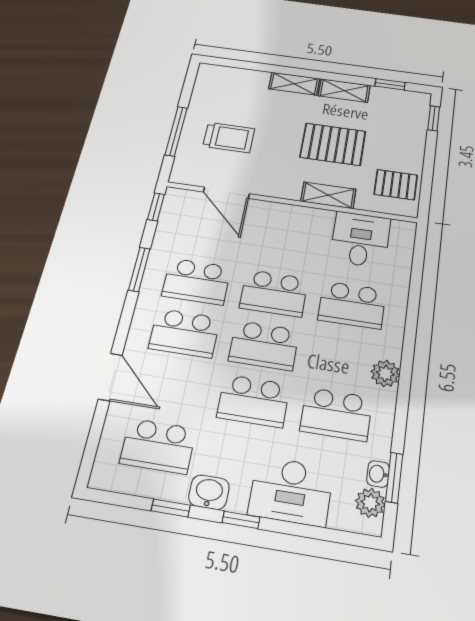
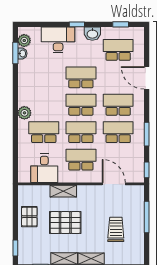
trolley: (229, 137) -> (116, 229), moved, turned 90
pallet: (396, 185) -> (29, 217), moved, turned 90
plant: (385, 373) -> (24, 113), moved
school desk: (336, 414) -> (81, 160), moved
window: (171, 508) -> (121, 24), moved

